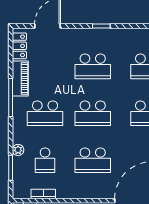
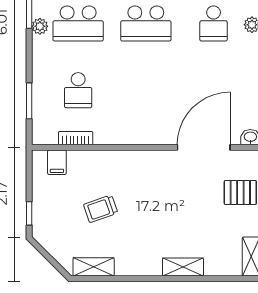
plant: (18, 150) -> (40, 26), moved
school desk: (93, 160) -> (146, 90), removed

